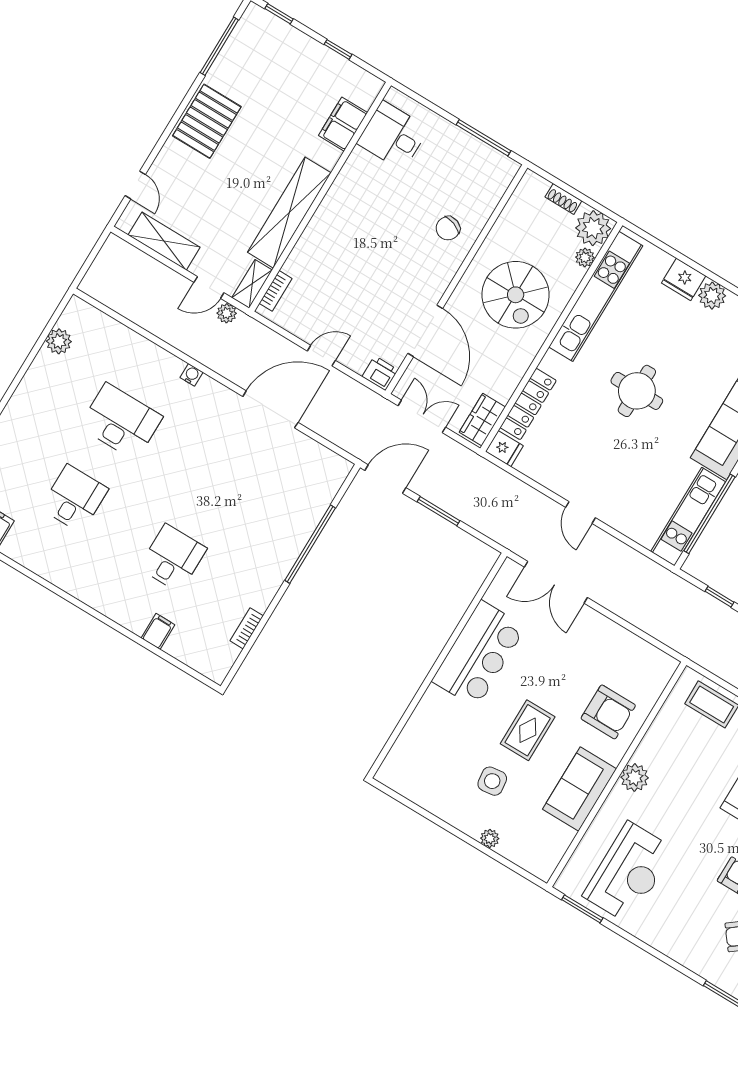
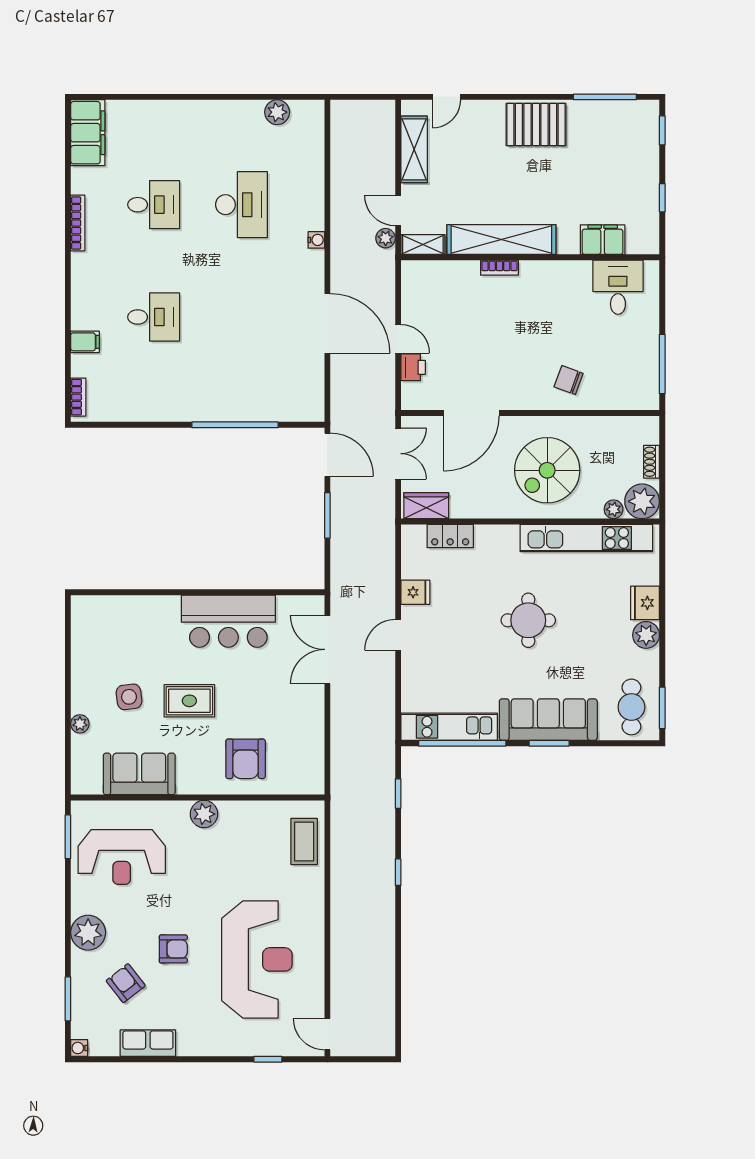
bookcase: (276, 291) -> (499, 268), moved
printer: (380, 373) -> (413, 367), moved
locker: (528, 404) -> (450, 536), width x0.66
fridge: (504, 449) -> (415, 592), moved, turned -90
bookcase: (50, 575) -> (78, 223), added
bookcase: (247, 628) -> (78, 397), moved, turned 90
sofa: (580, 789) -> (139, 774), moved
plant: (677, 942) -> (88, 933), added

